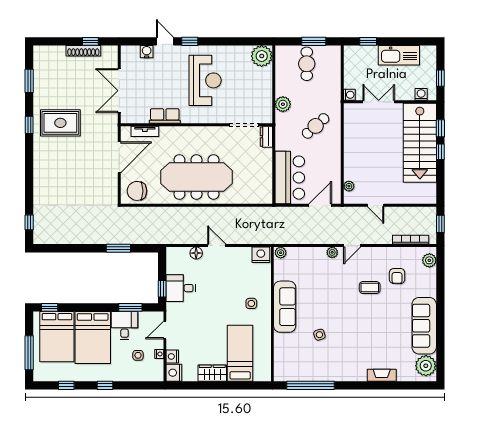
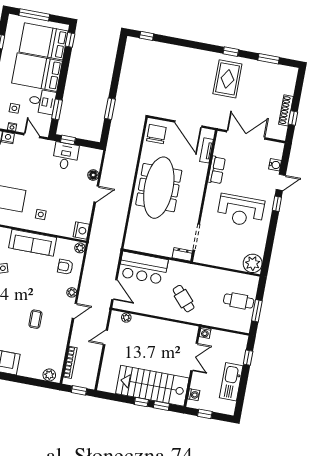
plant: (283, 104) -> (208, 274), removed
door: (352, 246) -> (74, 311), swing flipped
armchair: (397, 276) -> (65, 267), moved

